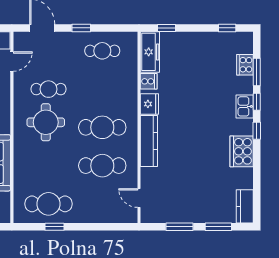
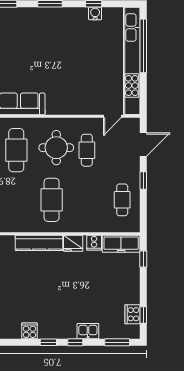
door: (12, 61) -> (112, 116), hinge flipped
cooker: (245, 65) -> (132, 314), moved, turned -90
window: (257, 72) -> (117, 342), moved
kitchen sink: (245, 106) -> (88, 331), moved
cooker: (242, 151) -> (29, 331), width x0.53, depth x0.76
cafe table: (102, 166) -> (16, 150), moved

